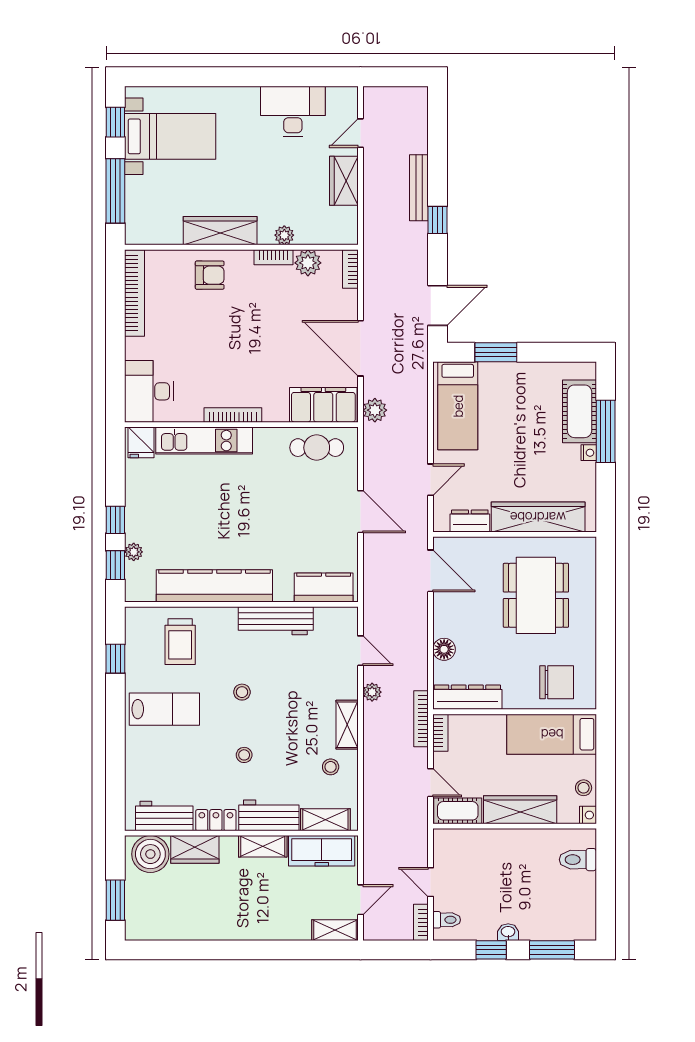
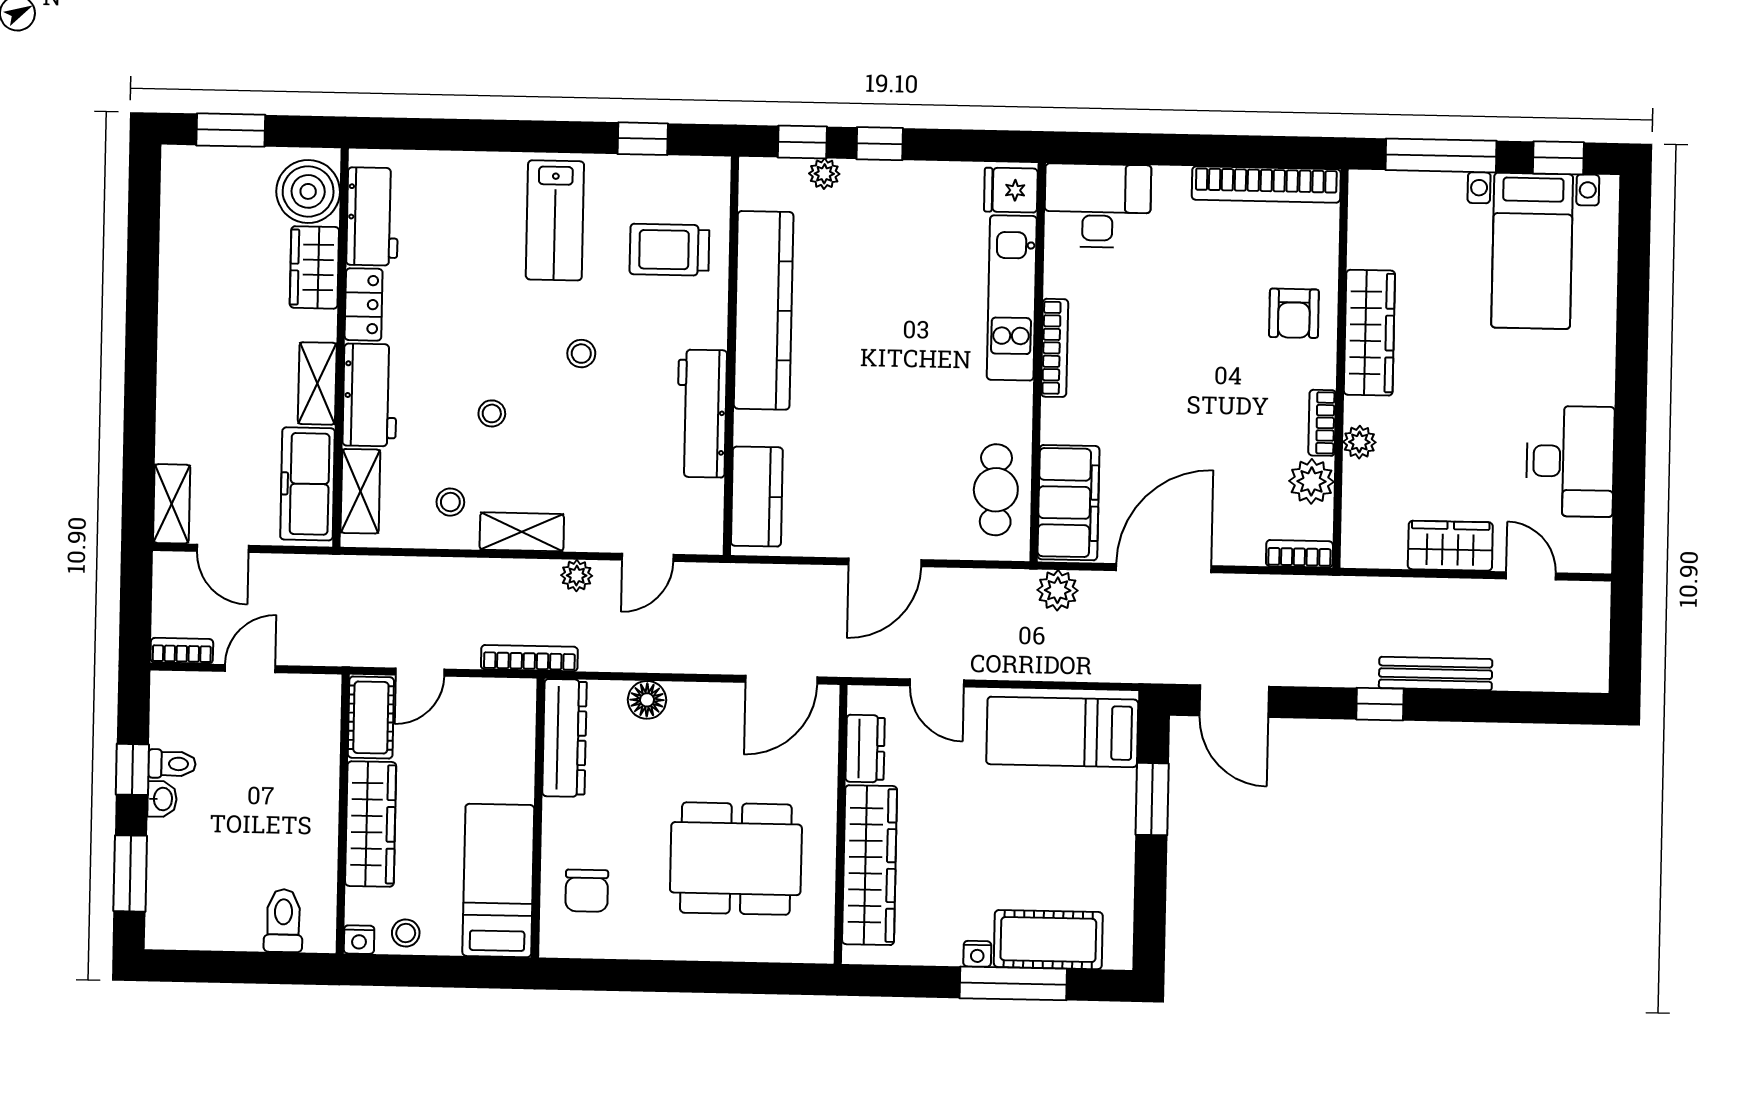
chair: (557, 682) -> (587, 891), width x0.73, depth x0.73
bookcase: (440, 733) -> (505, 691), removed
stool: (244, 755) -> (492, 413), moved
toilet: (447, 920) -> (172, 764), moved, turned -90

